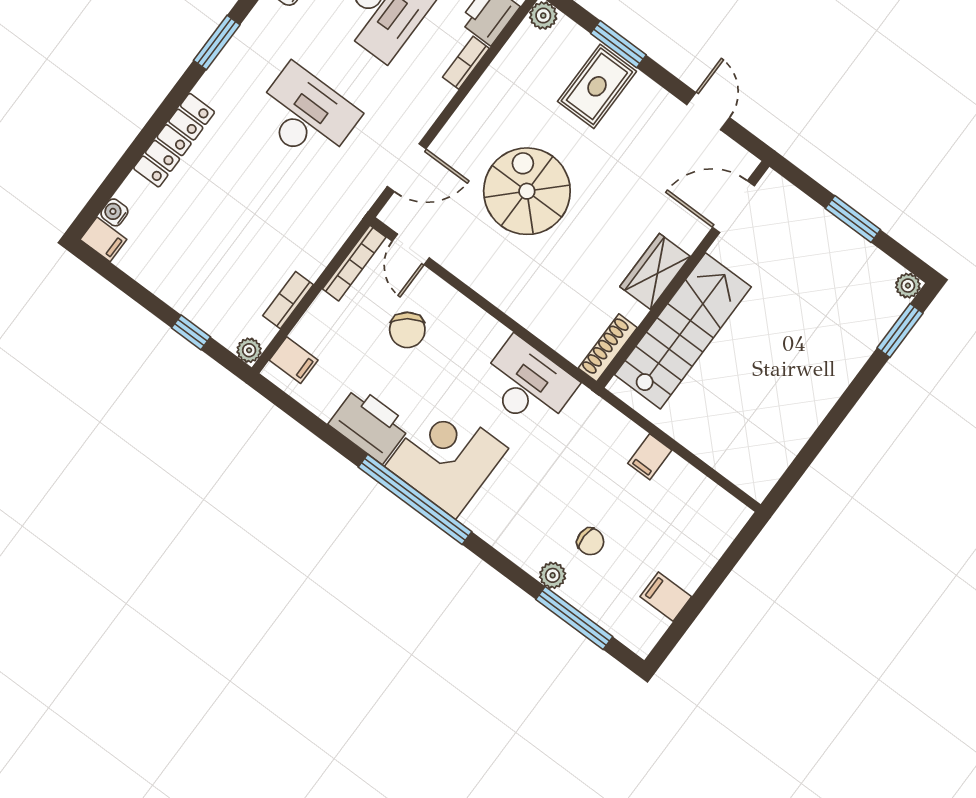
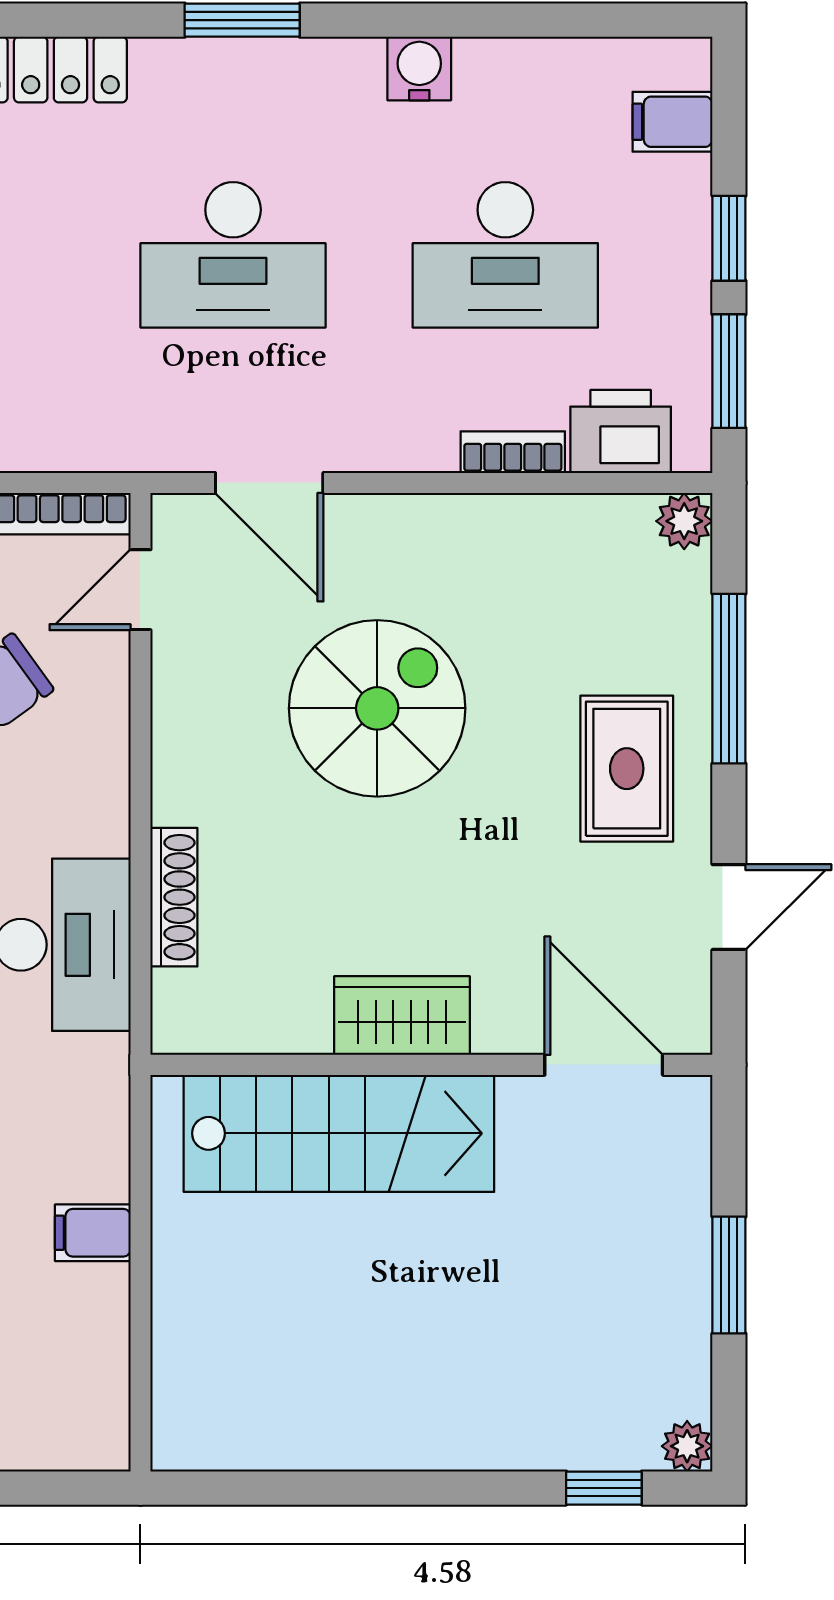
window: (618, 44) -> (729, 679), width x1.44
rug: (597, 86) -> (627, 769), moved, turned 90
desk: (306, 115) -> (233, 255), turned 90
window: (900, 331) -> (604, 1488), width x0.67
shoe rack: (608, 348) -> (174, 897), moved, turned 90

